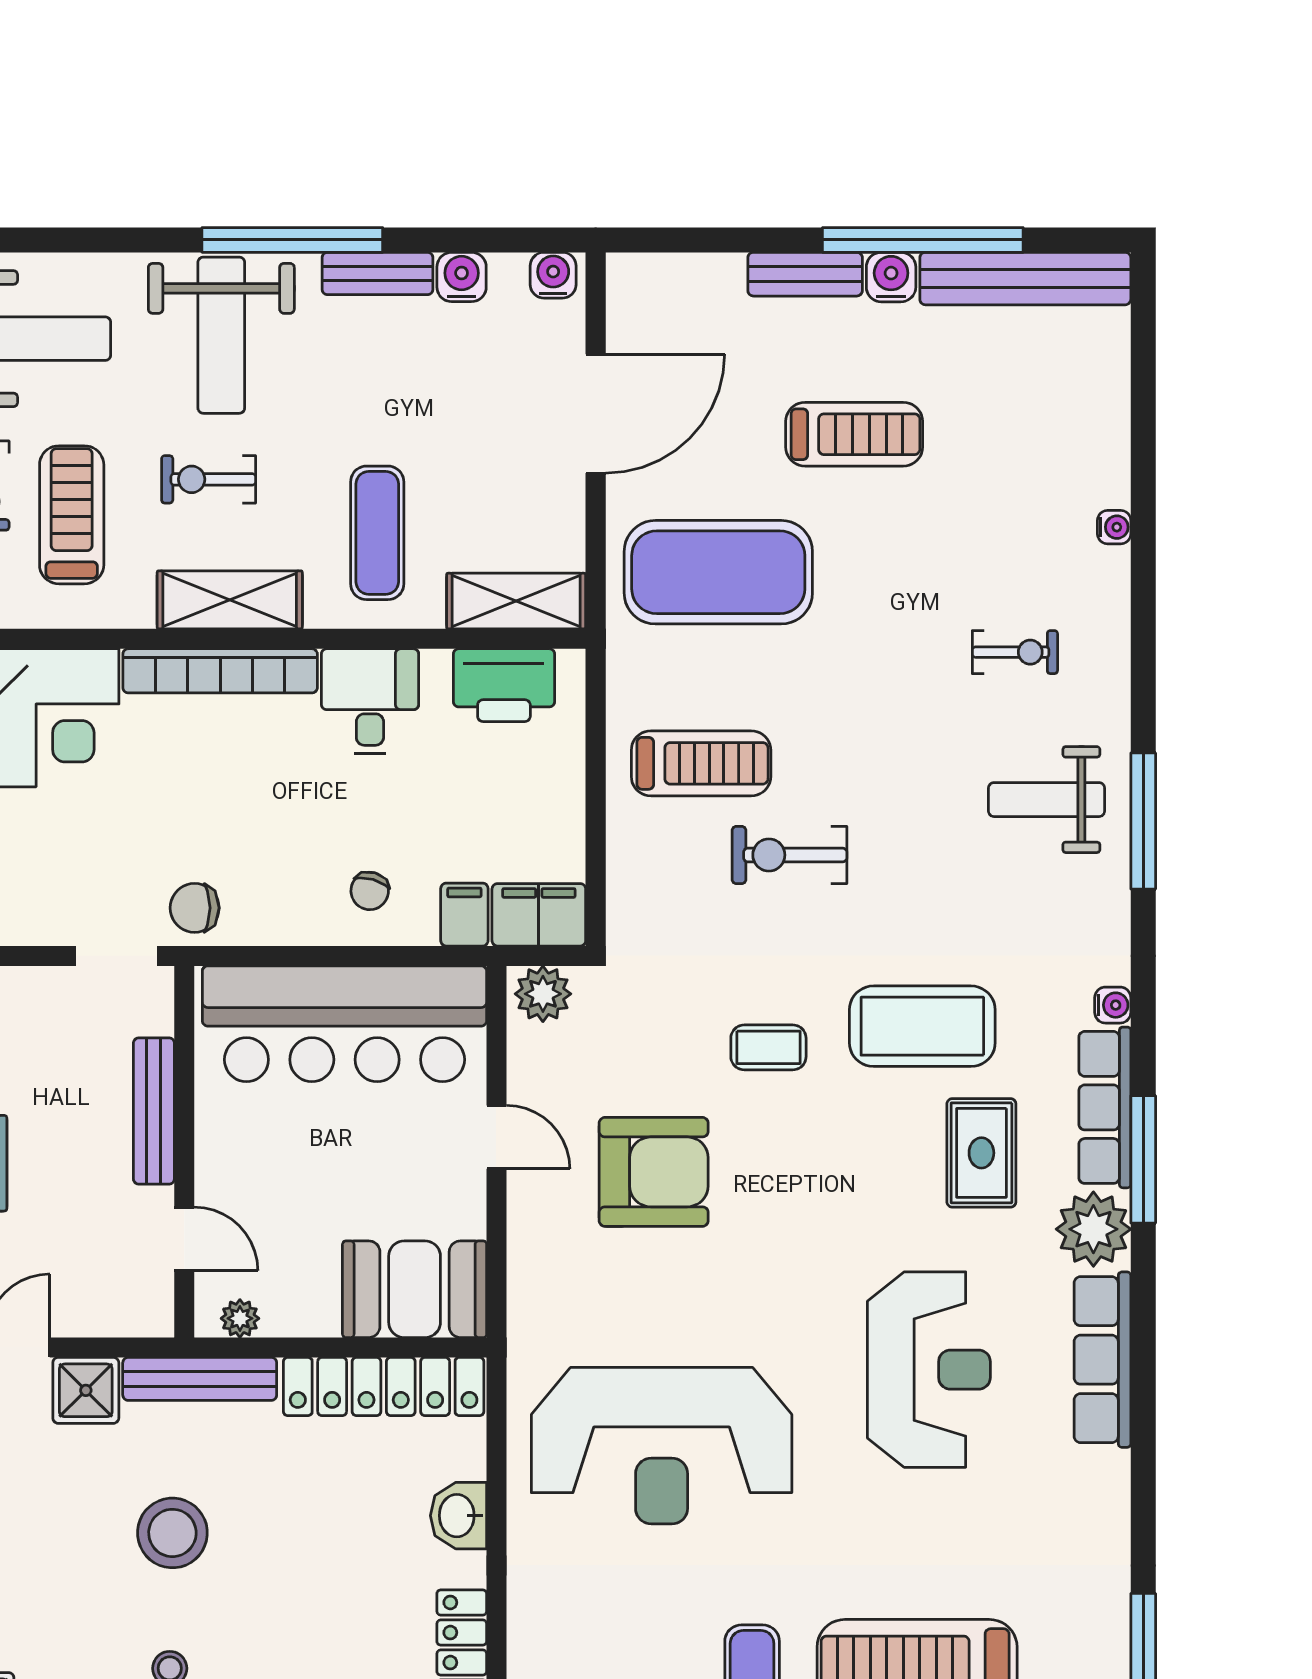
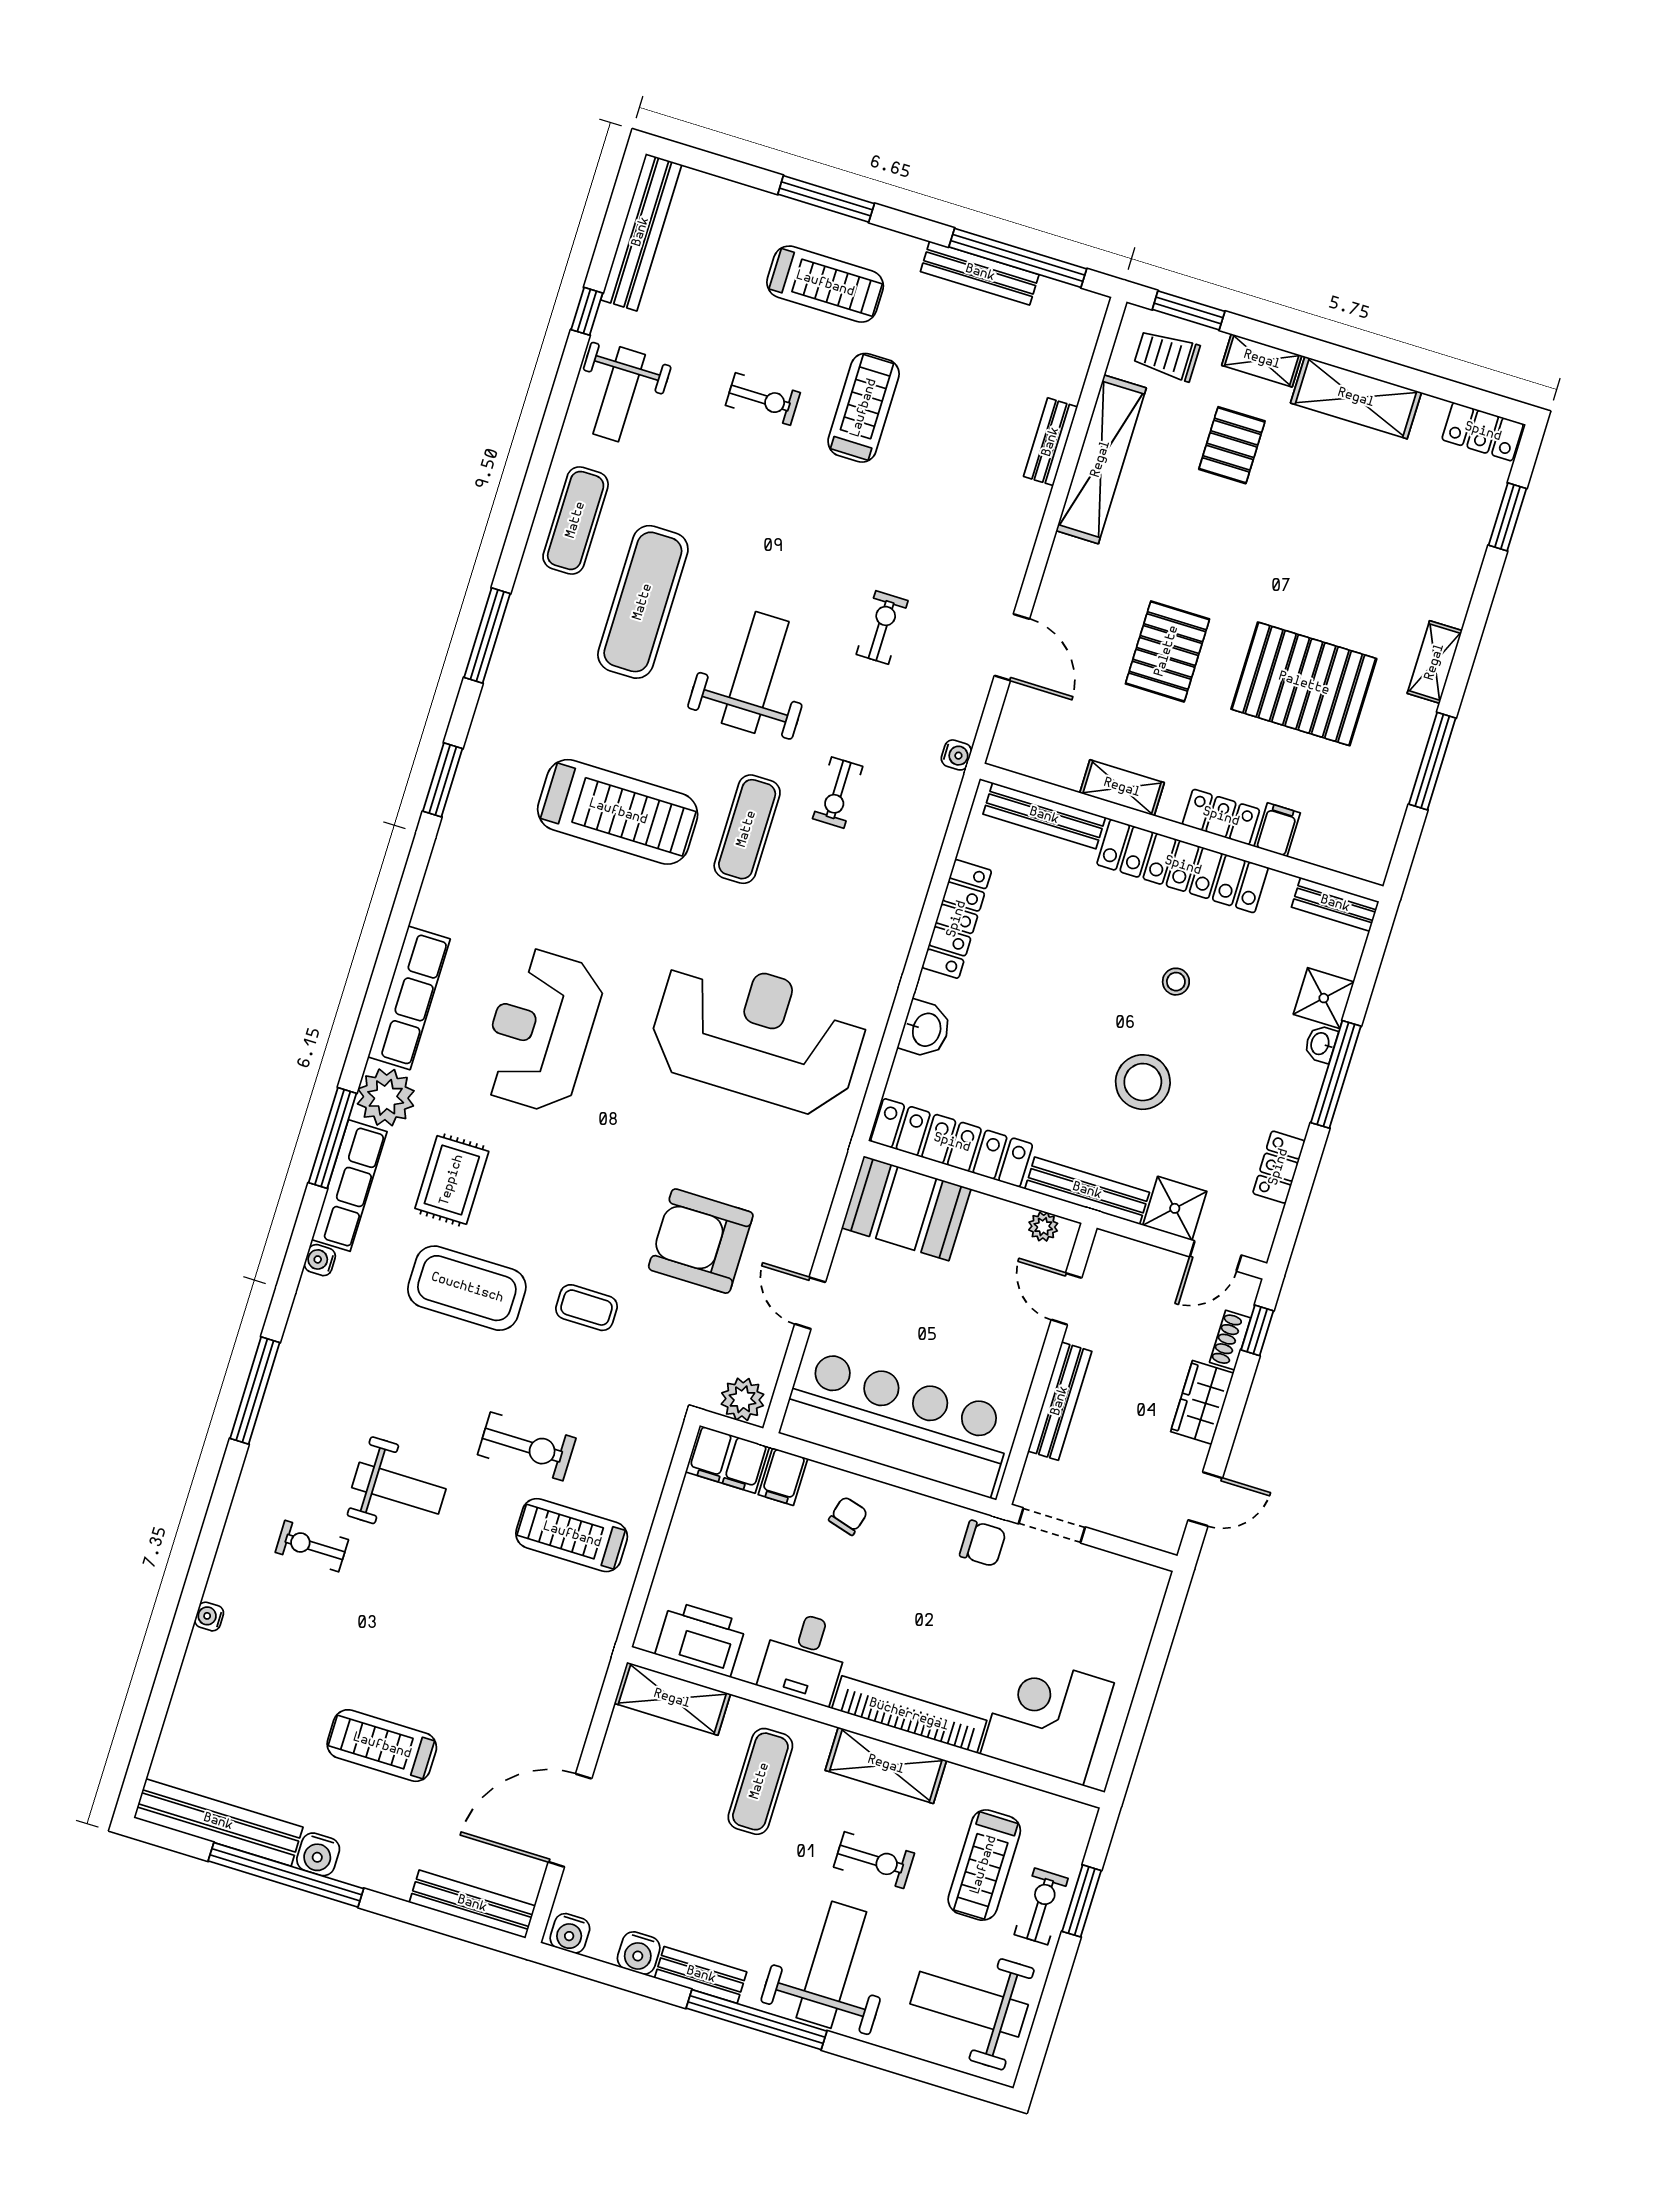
bench: (805, 274) -> (472, 1904), moved, width x1.36
exercise mat: (718, 572) -> (515, 1674), removed
weight bench: (1047, 800) -> (399, 1488), moved

